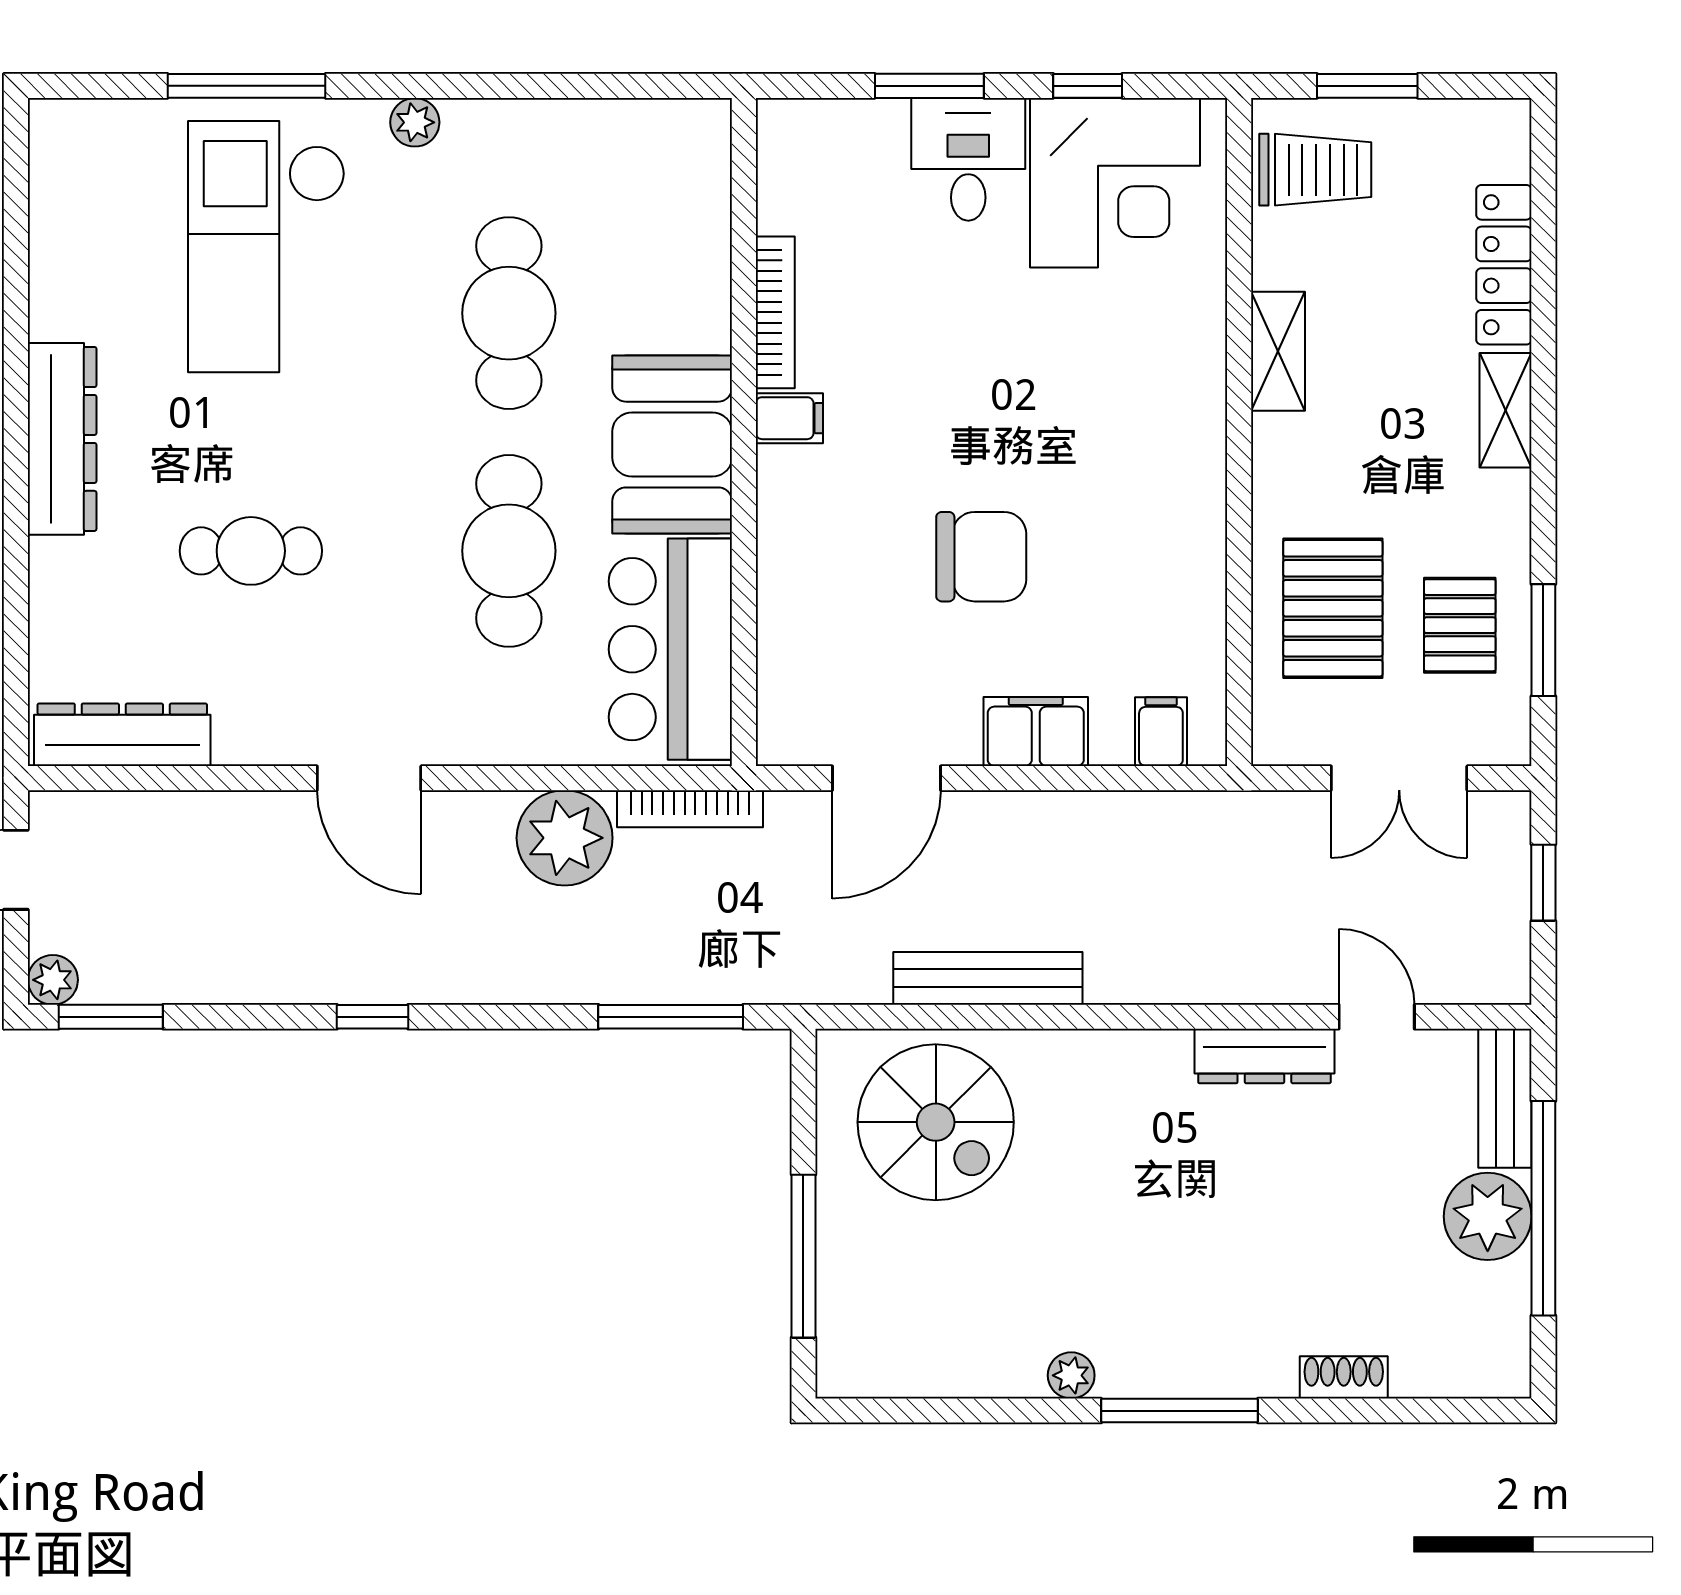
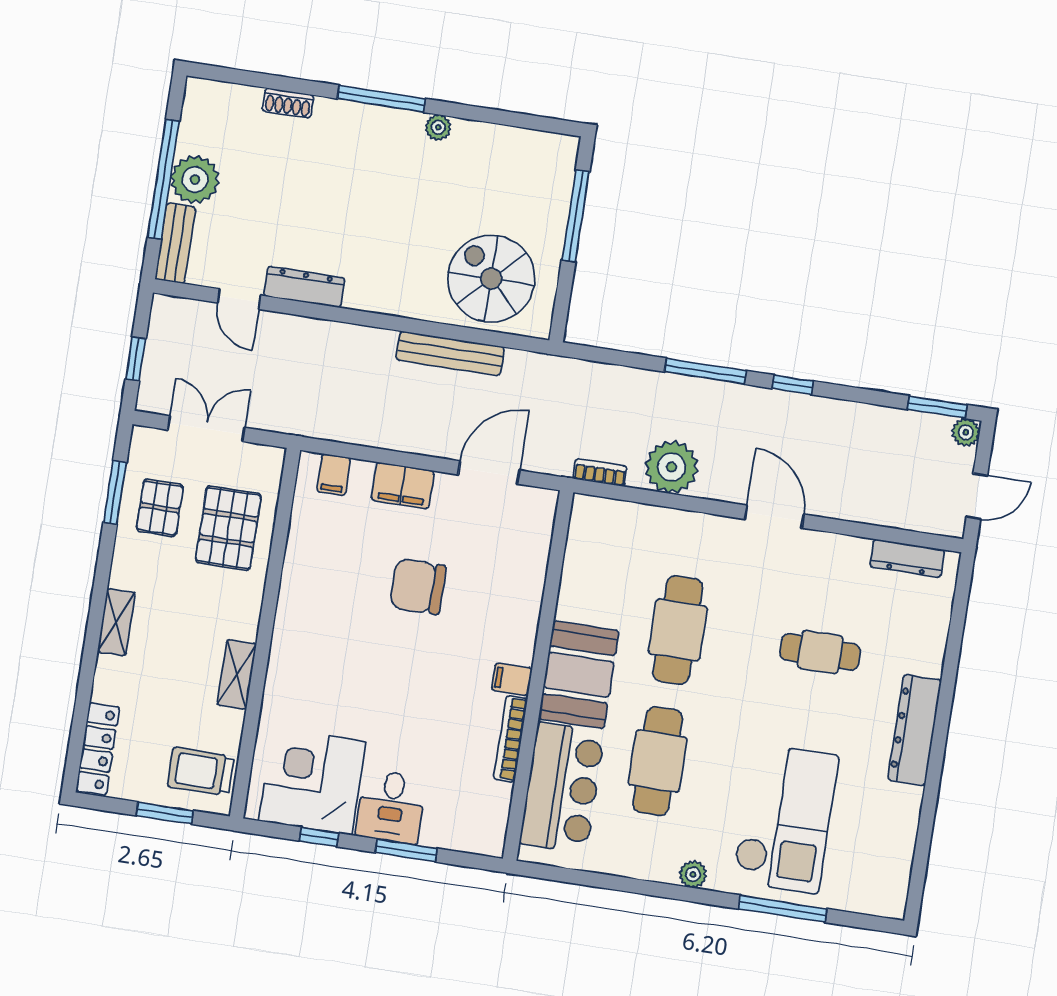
locker: (1504, 265) -> (98, 749), moved
bar counter: (670, 649) -> (562, 788), moved
dresser: (122, 735) -> (907, 558), width x0.73, depth x0.80
bookcase: (690, 809) -> (600, 472), width x0.64
window: (671, 1017) -> (705, 371), moved

